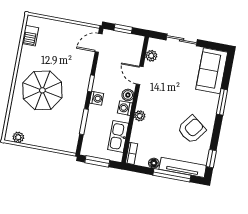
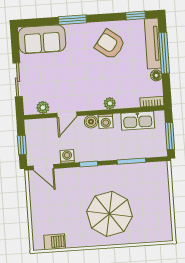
washing machine: (97, 98) -> (67, 156), moved
plant: (18, 137) -> (166, 227), removed

